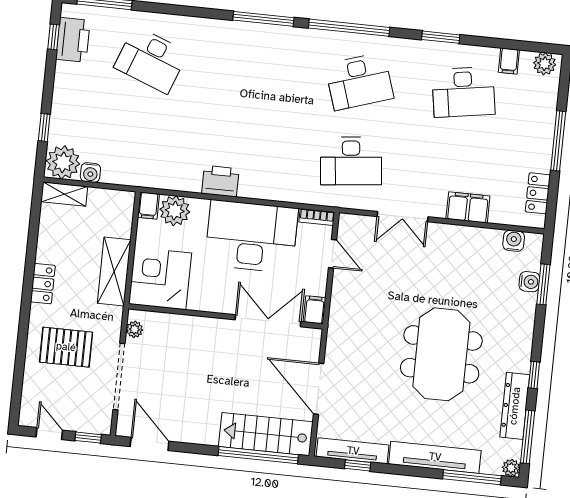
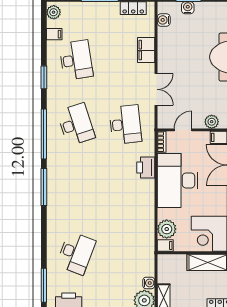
printer: (220, 181) -> (146, 168), moved
plant: (341, 301) -> (212, 122), added

